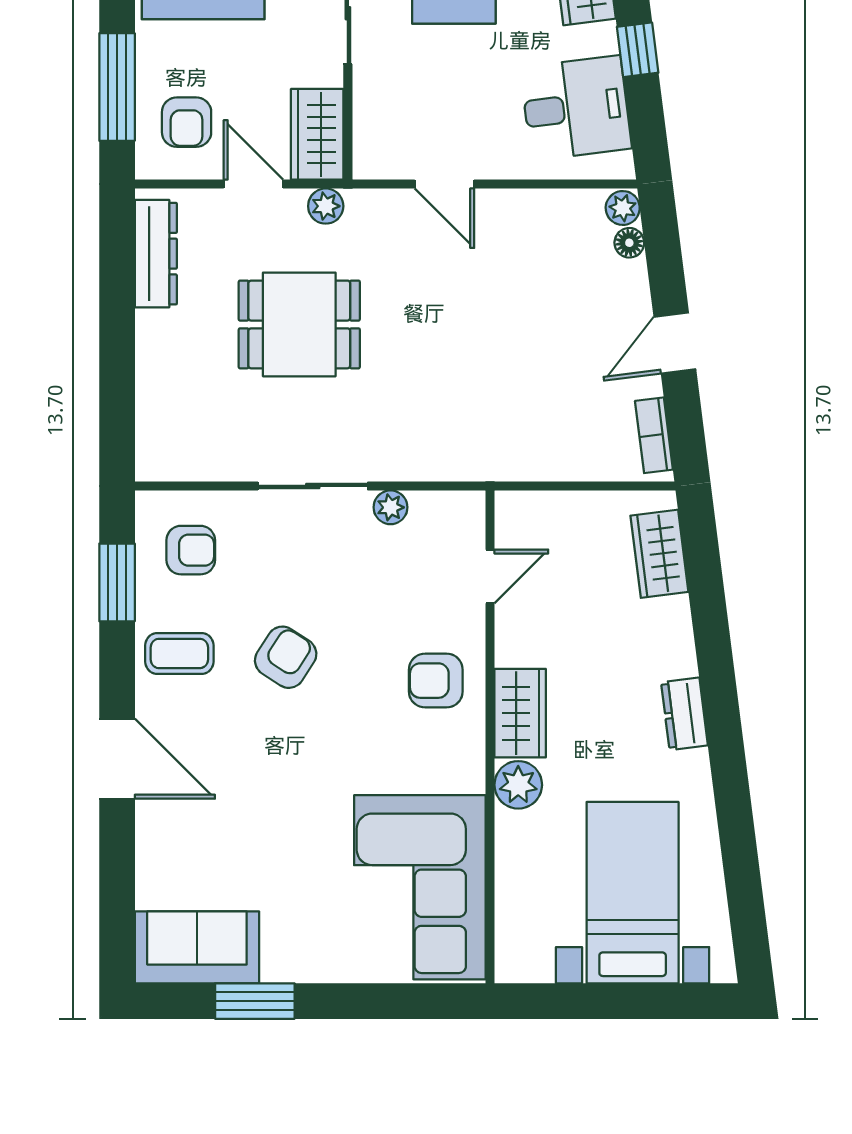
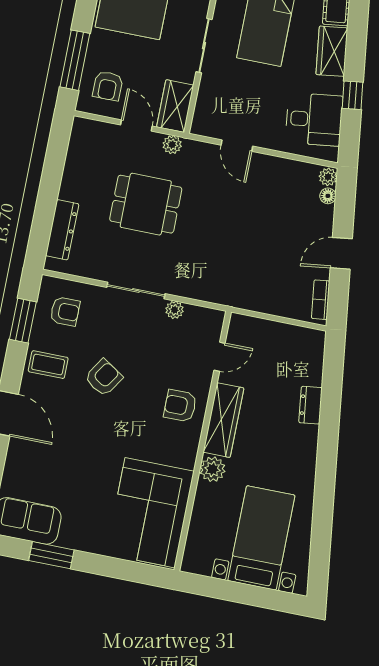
dresser: (156, 254) -> (62, 230), moved
wardrobe: (659, 554) -> (311, 363), removed
wardrobe: (520, 713) -> (223, 420), width x1.50
dresser: (684, 714) -> (311, 405), moved

